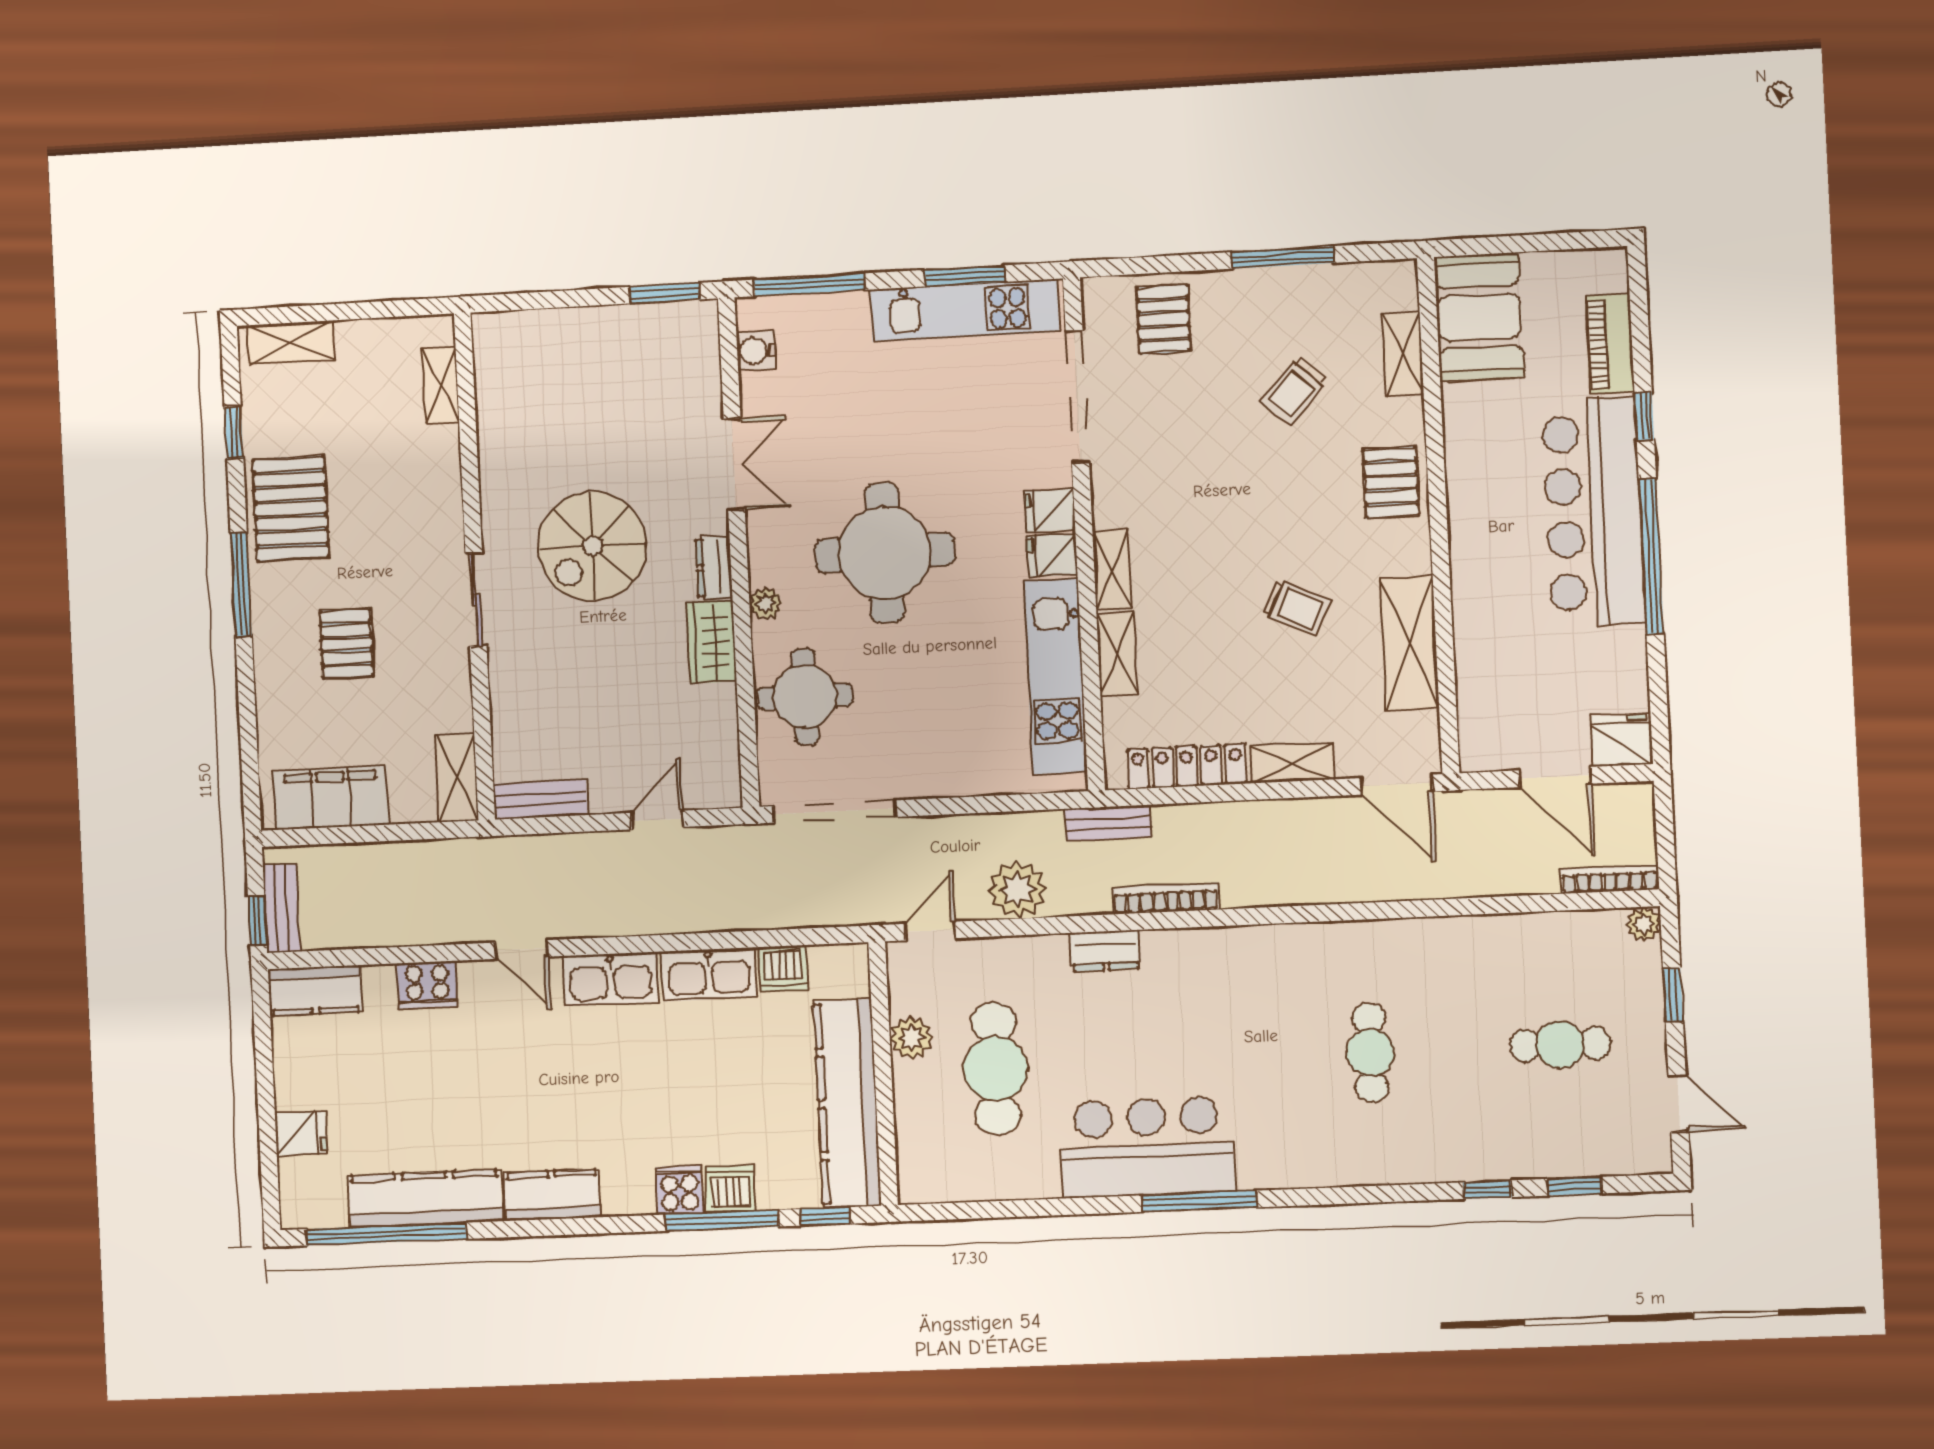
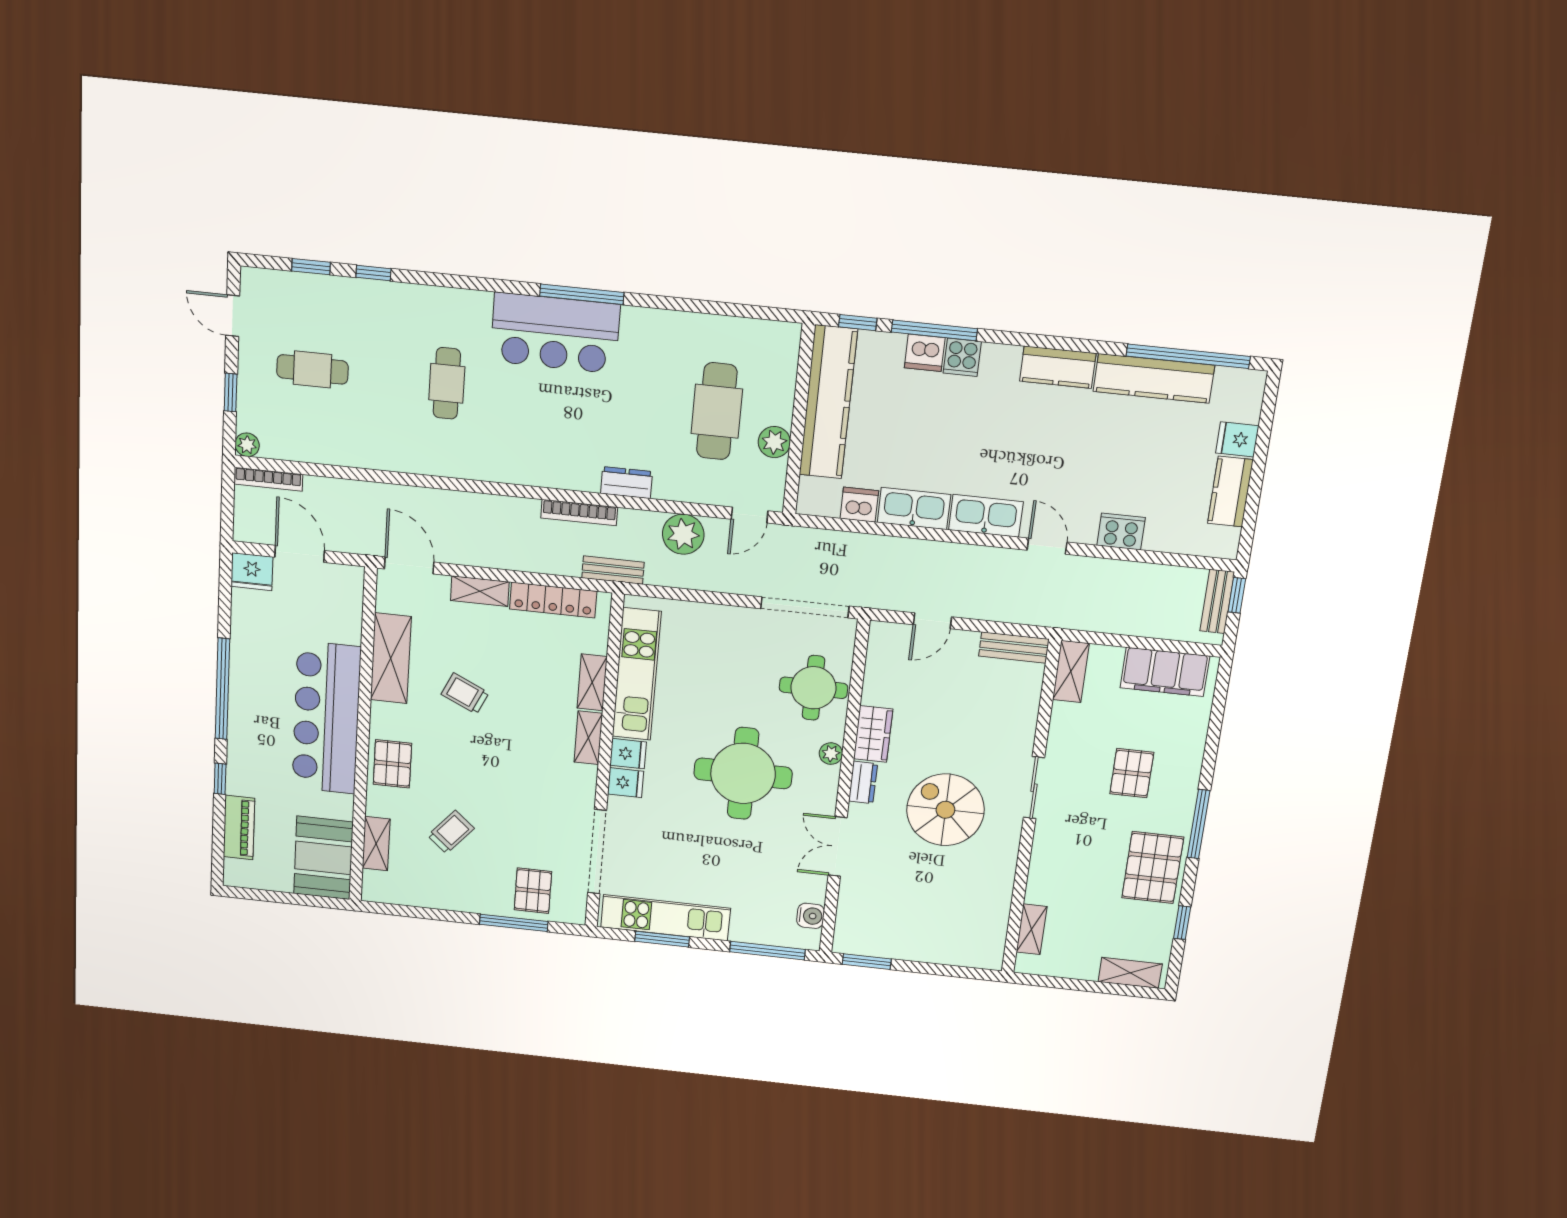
window: (1283, 257) -> (514, 923), moved
bar counter: (1593, 512) -> (326, 718), moved, turned 180
spiral stairs: (592, 546) -> (945, 810), turned -90
kitchen counter: (315, 991) -> (1230, 491), moved, turned -90
bar counter: (1147, 1147) -> (555, 333), moved

